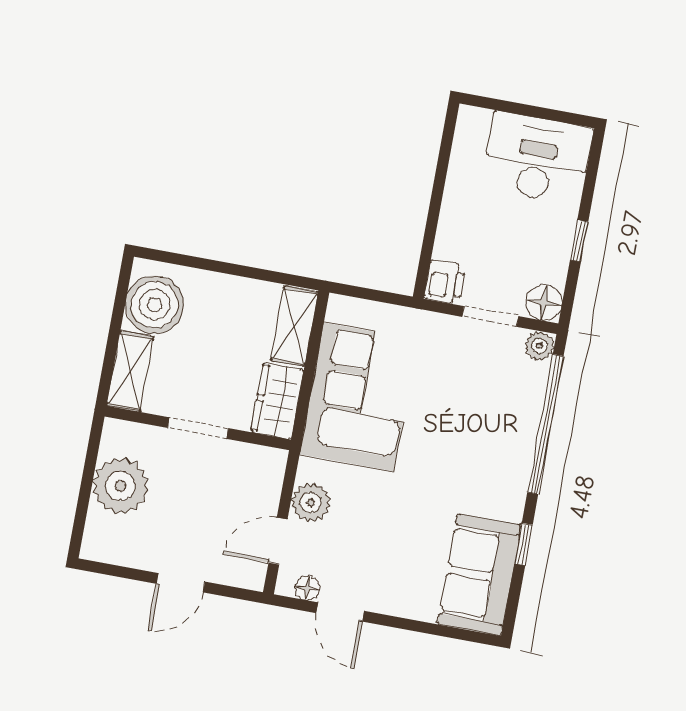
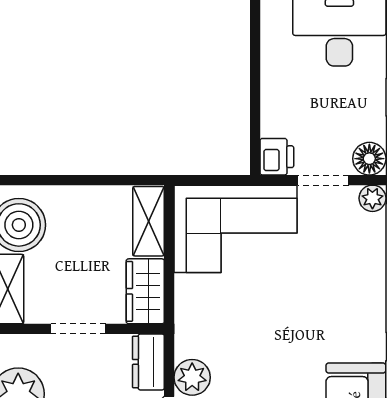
corner sofa: (359, 397) -> (236, 229), moved, turned 90
dresser: (267, 477) -> (148, 362), added

